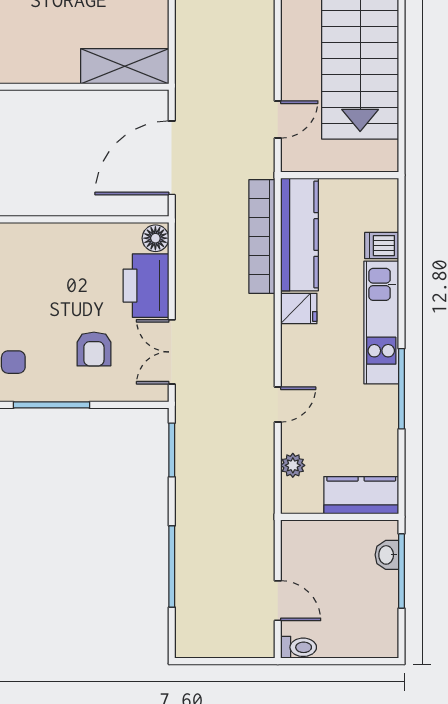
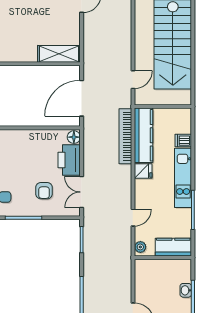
kitchen counter: (361, 495) -> (173, 247), moved
wall: (340, 517) -> (163, 258), moved

